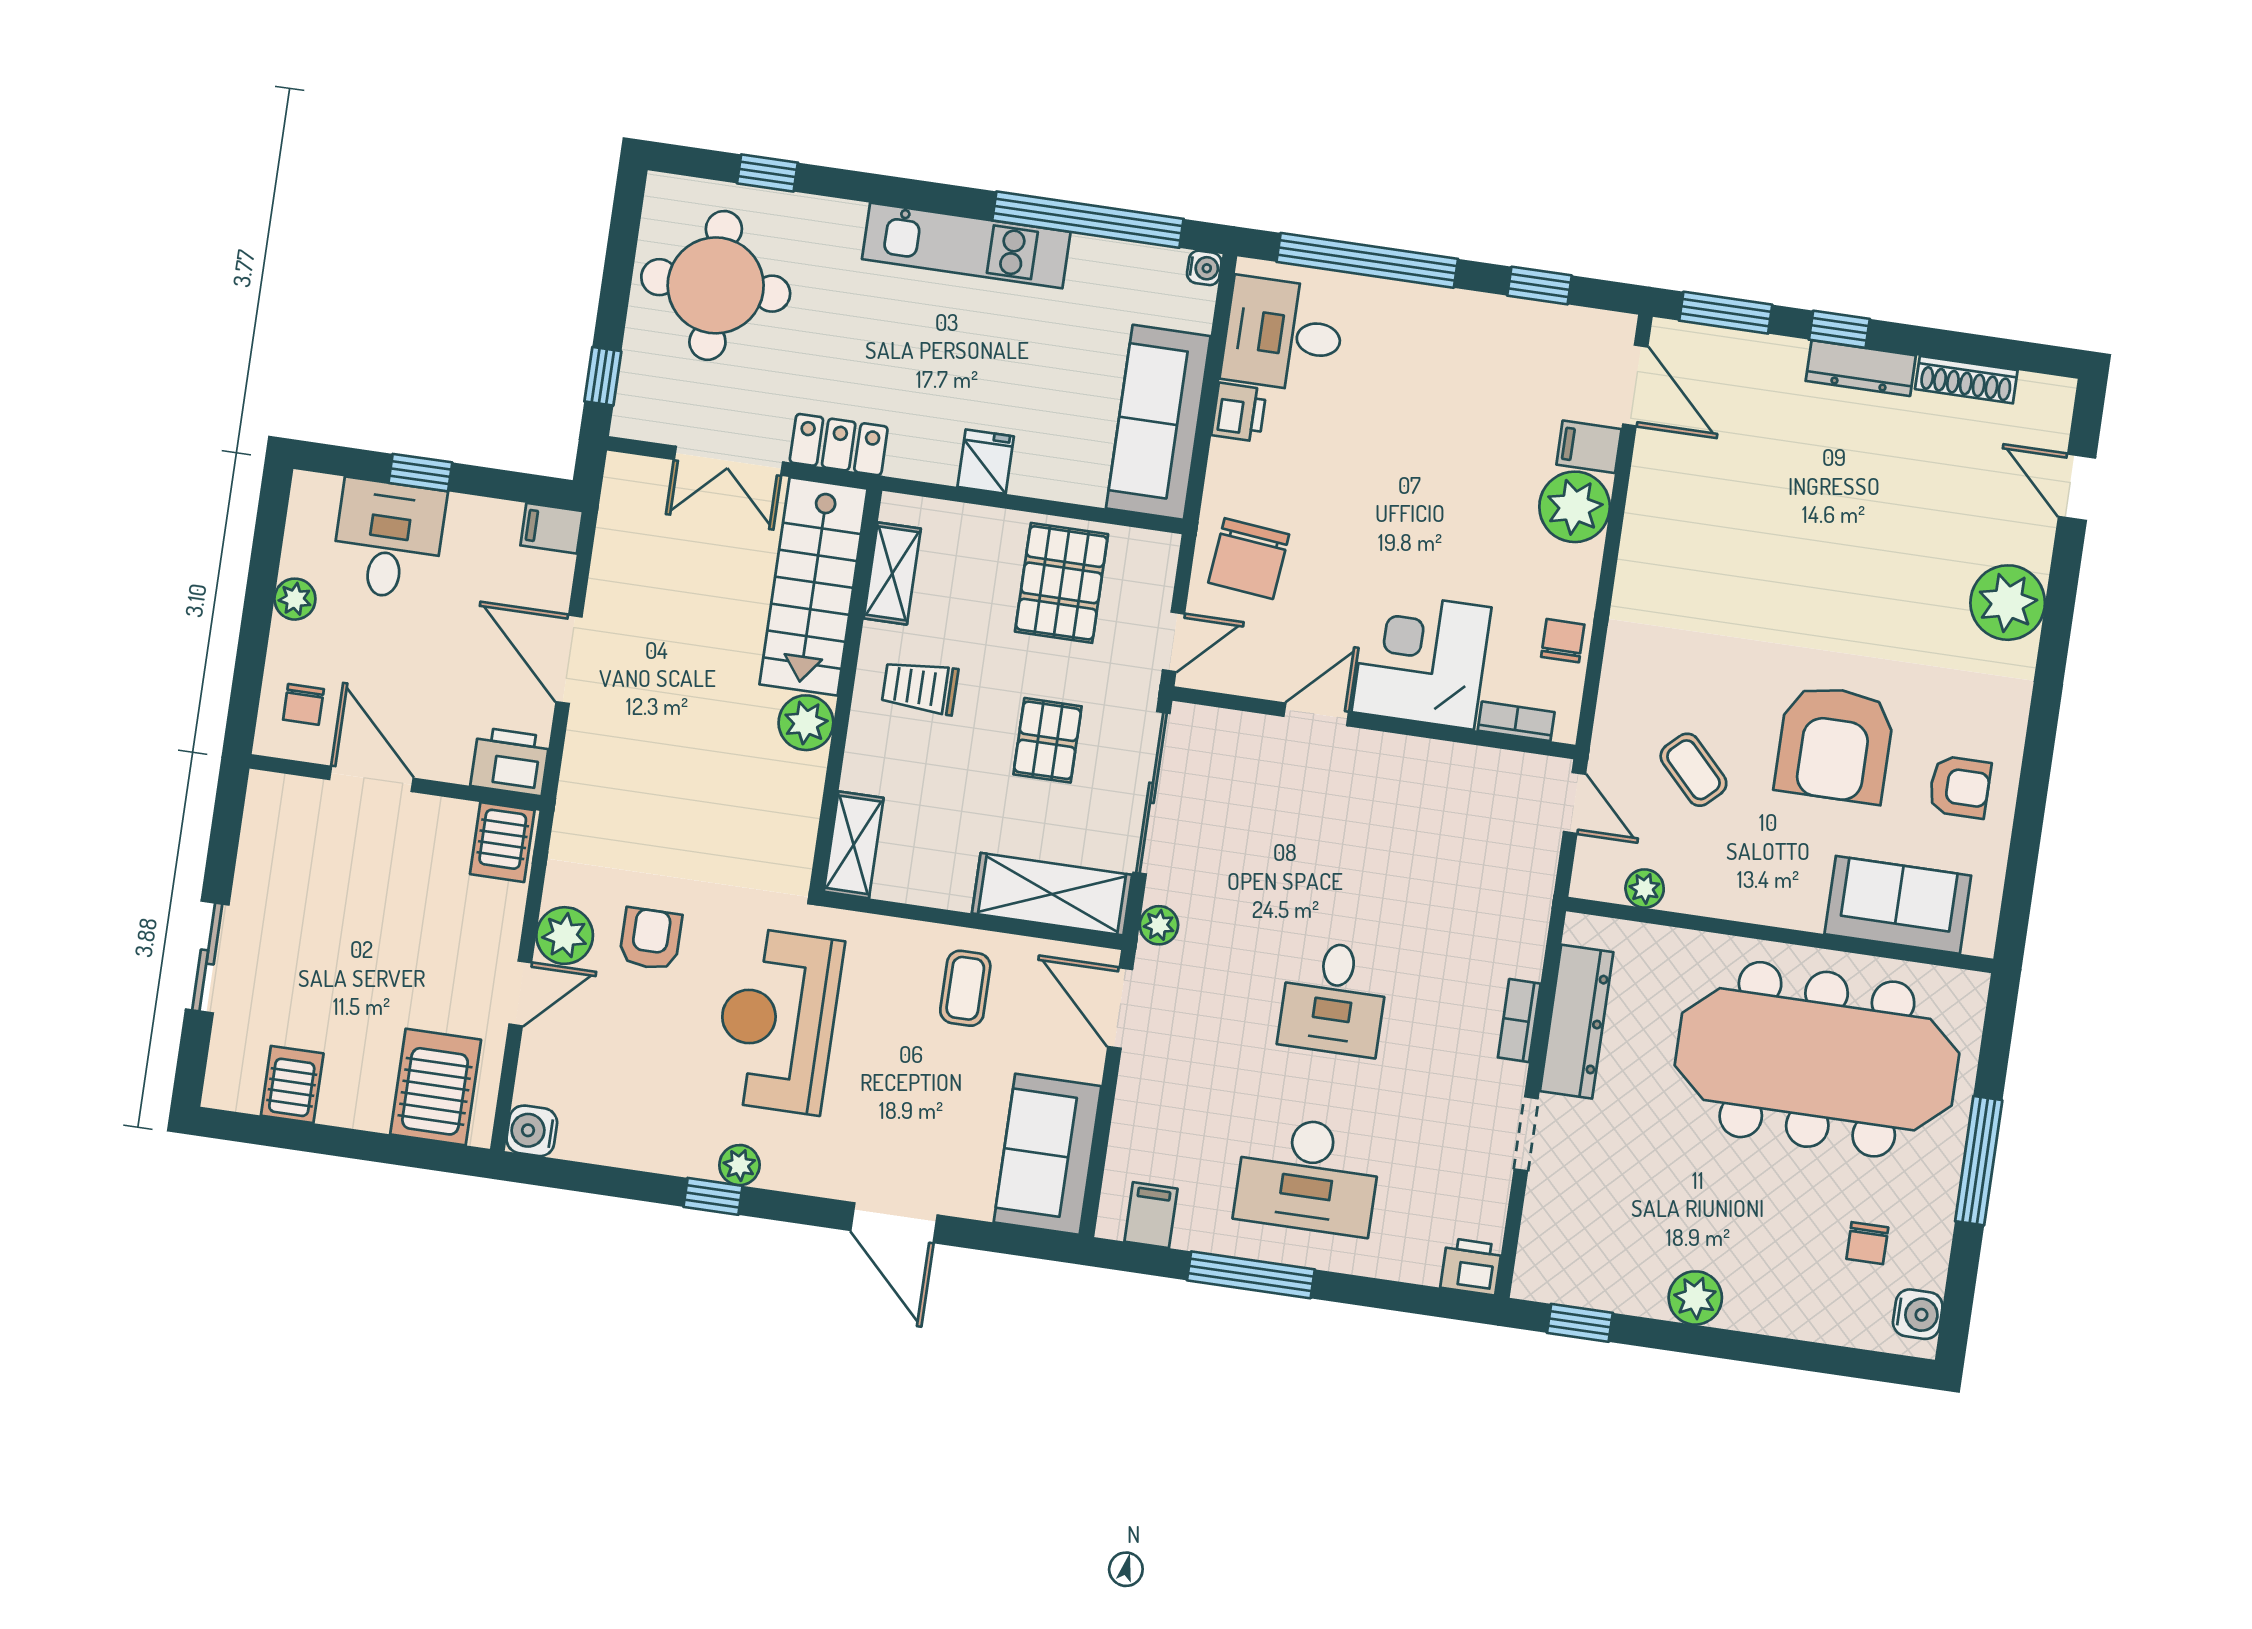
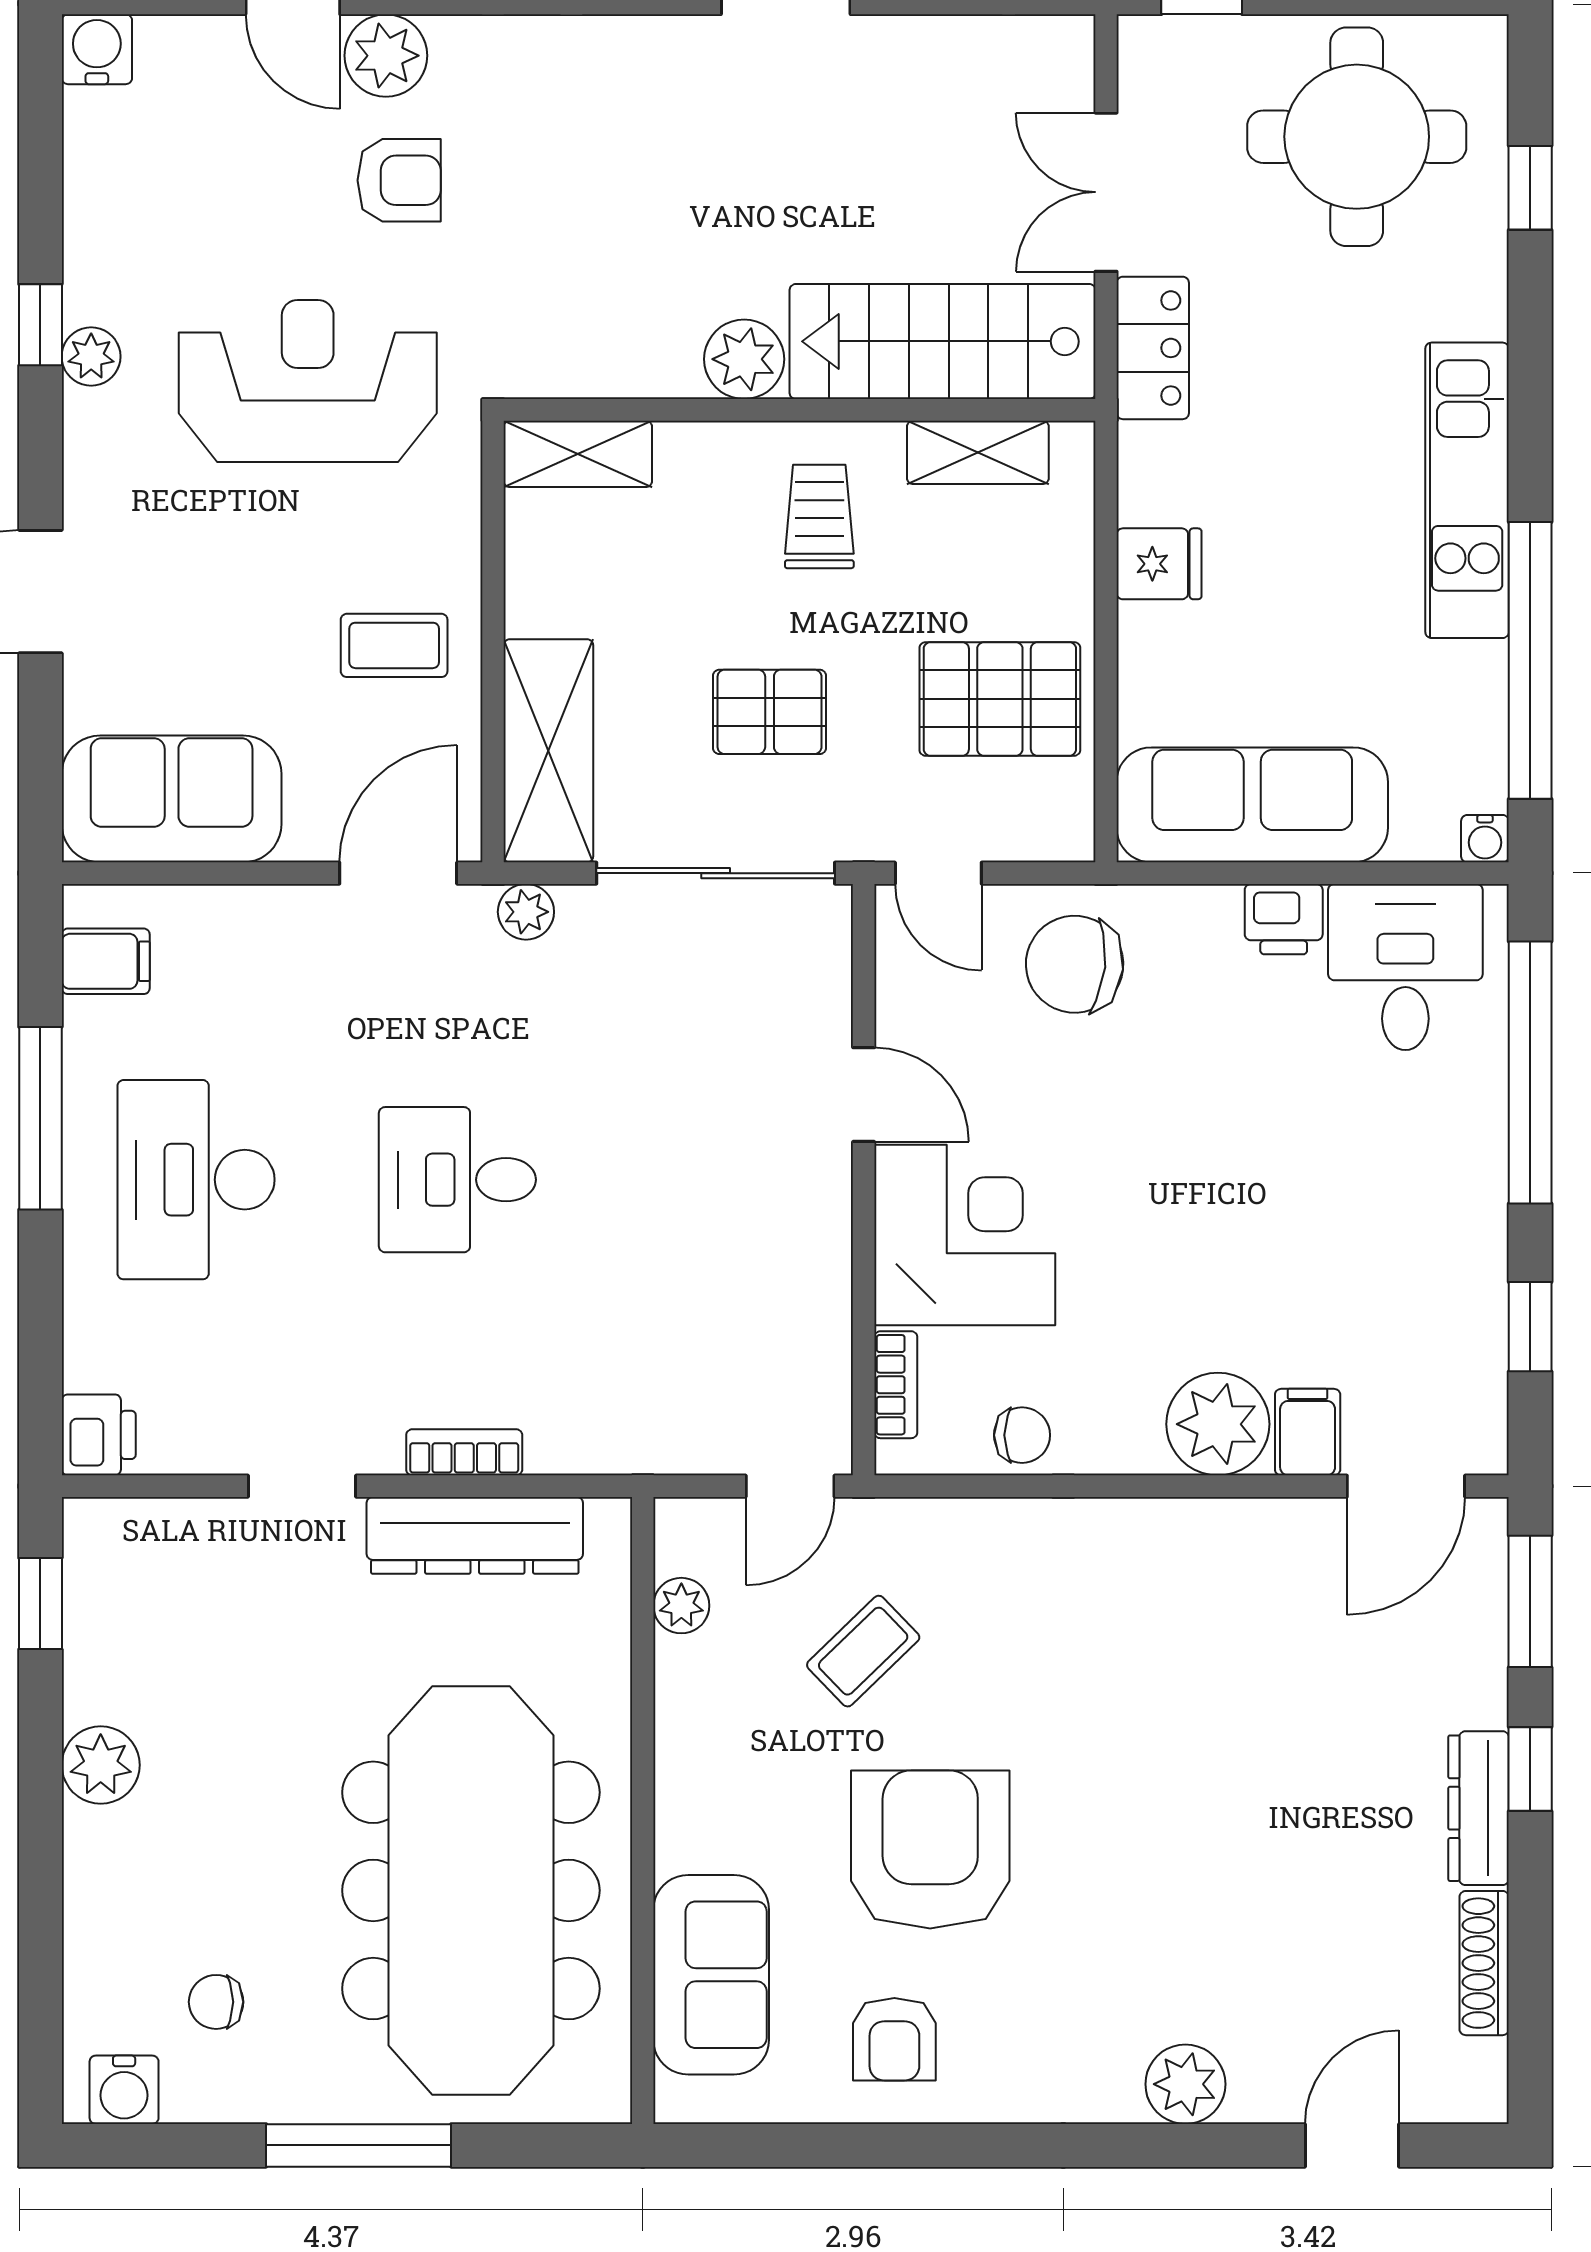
plant: (2008, 603) -> (1185, 2084), width x0.73, depth x0.73
armchair: (1835, 744) -> (930, 1850), turned 90

